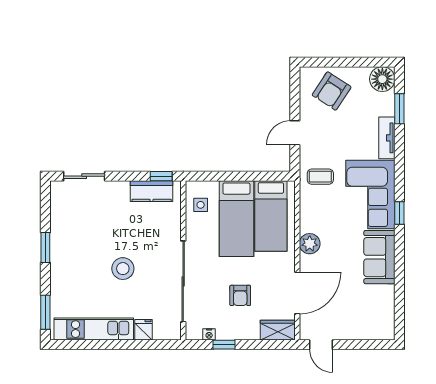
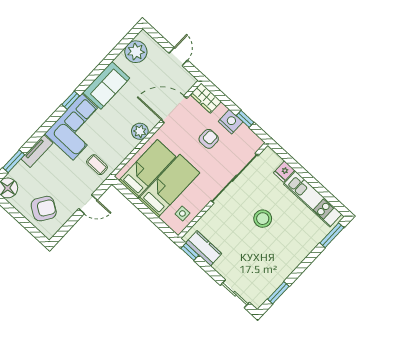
window: (45, 248) -> (278, 293), moved
plant: (381, 313) -> (136, 52), added
nightstand: (209, 334) -> (231, 122), moved, width x1.89, depth x1.79
door: (321, 345) -> (178, 57), moved

